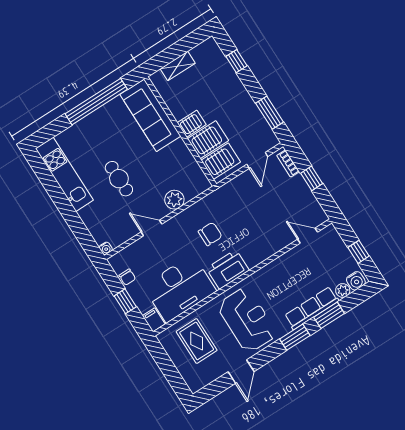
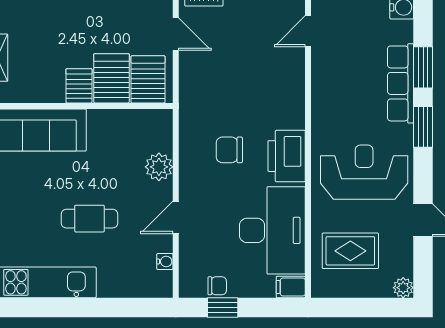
chair: (210, 234) -> (229, 150), turned -90
water cooler: (106, 248) -> (165, 261), moved
plant: (343, 290) -> (403, 288), moved
window: (125, 301) -> (223, 307), moved

